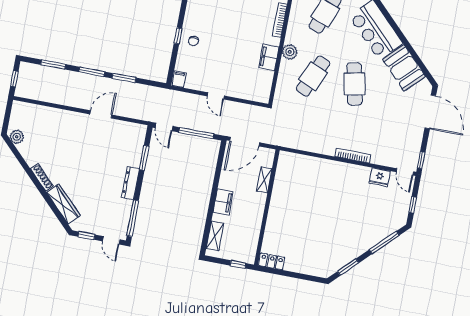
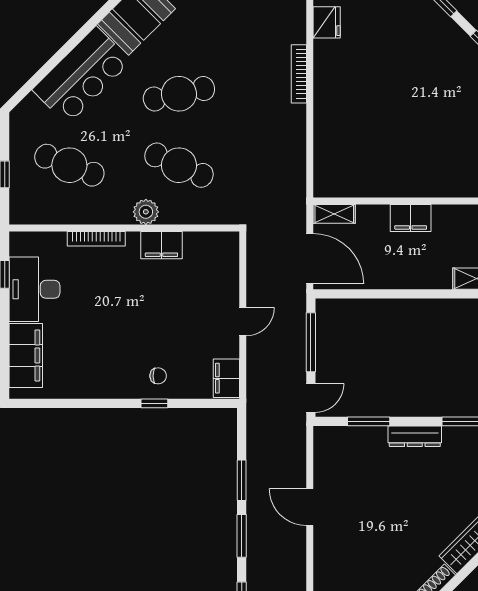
filing cabinet: (179, 79) -> (226, 378), width x2.00
shelving: (264, 180) -> (334, 214), moved
filing cabinet: (223, 202) -> (411, 218), moved, turned 180

